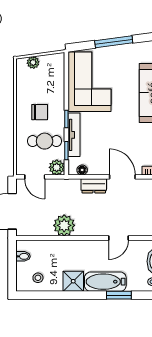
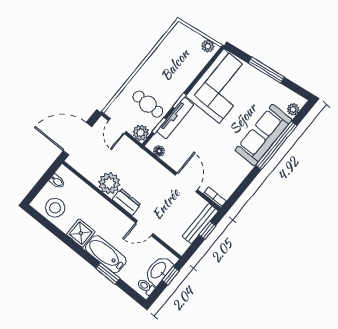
plant: (33, 62) -> (208, 46), moved
chair: (40, 112) -> (163, 78), removed
dresser: (94, 186) -> (126, 202), moved, turned 180
stool: (38, 278) -> (55, 208), width x1.89, depth x1.89

